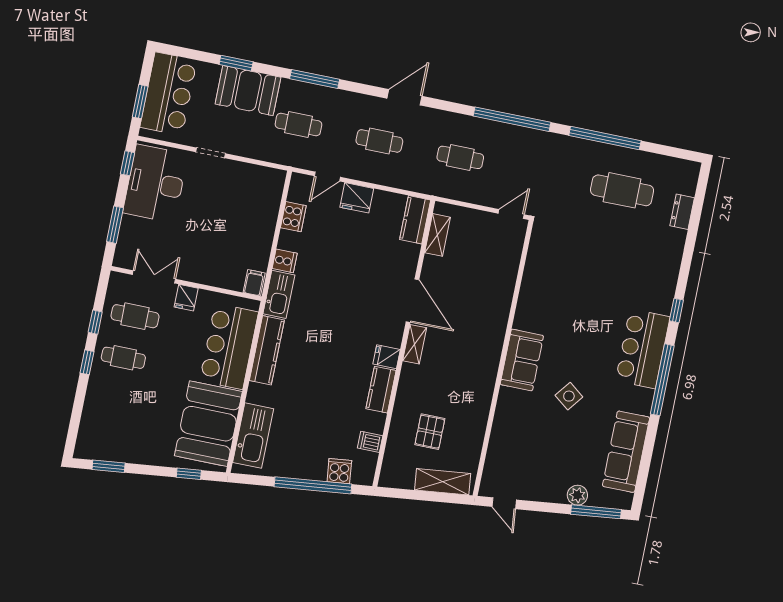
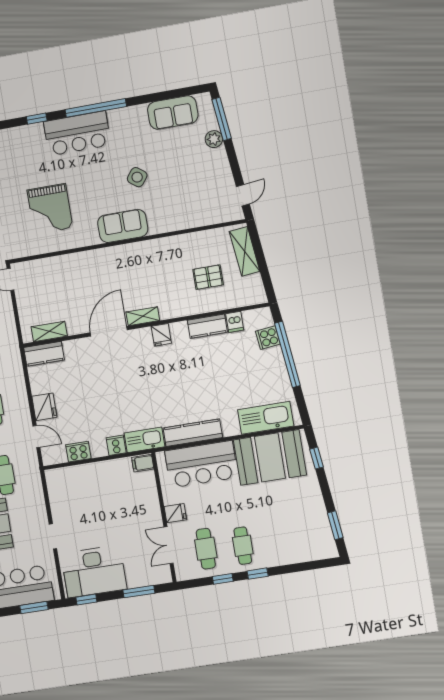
grand piano: (572, 287) -> (50, 209), added
kitchen counter: (381, 390) -> (207, 326), moved
sofa: (626, 452) -> (173, 113), width x0.73

